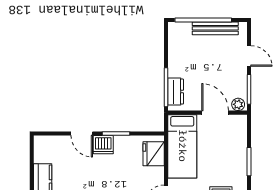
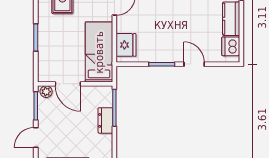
door: (249, 56) -> (36, 138), hinge flipped
dresser: (176, 92) -> (105, 120), moved
dishwasher: (103, 145) -> (231, 46), moved, turned -90

